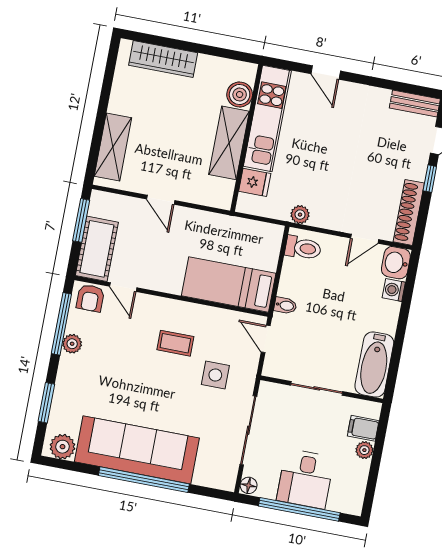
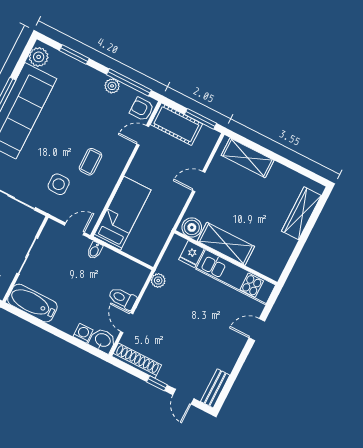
boiler: (240, 94) -> (192, 227), moved
toilet: (303, 248) -> (122, 298), moved, turned 90

